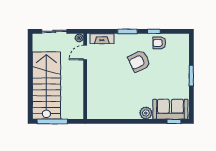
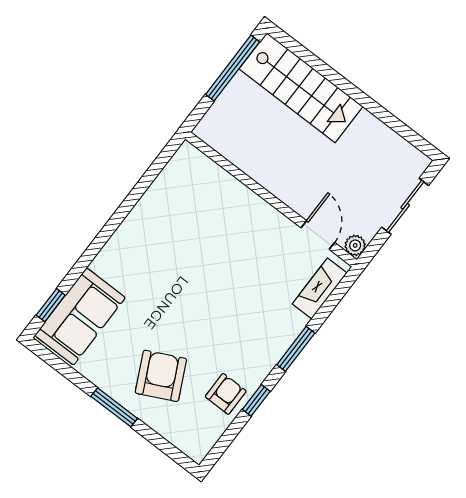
armchair: (139, 61) -> (161, 376), moved
stairs: (46, 86) -> (301, 88), width x0.73, depth x0.66
plant: (146, 113) -> (109, 263), removed

